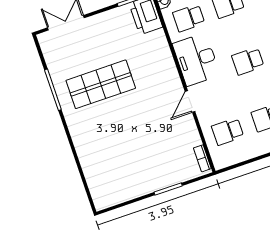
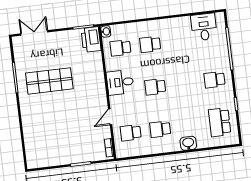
desk: (196, 59) -> (120, 82), width x0.73
door: (190, 101) -> (110, 117), moved

